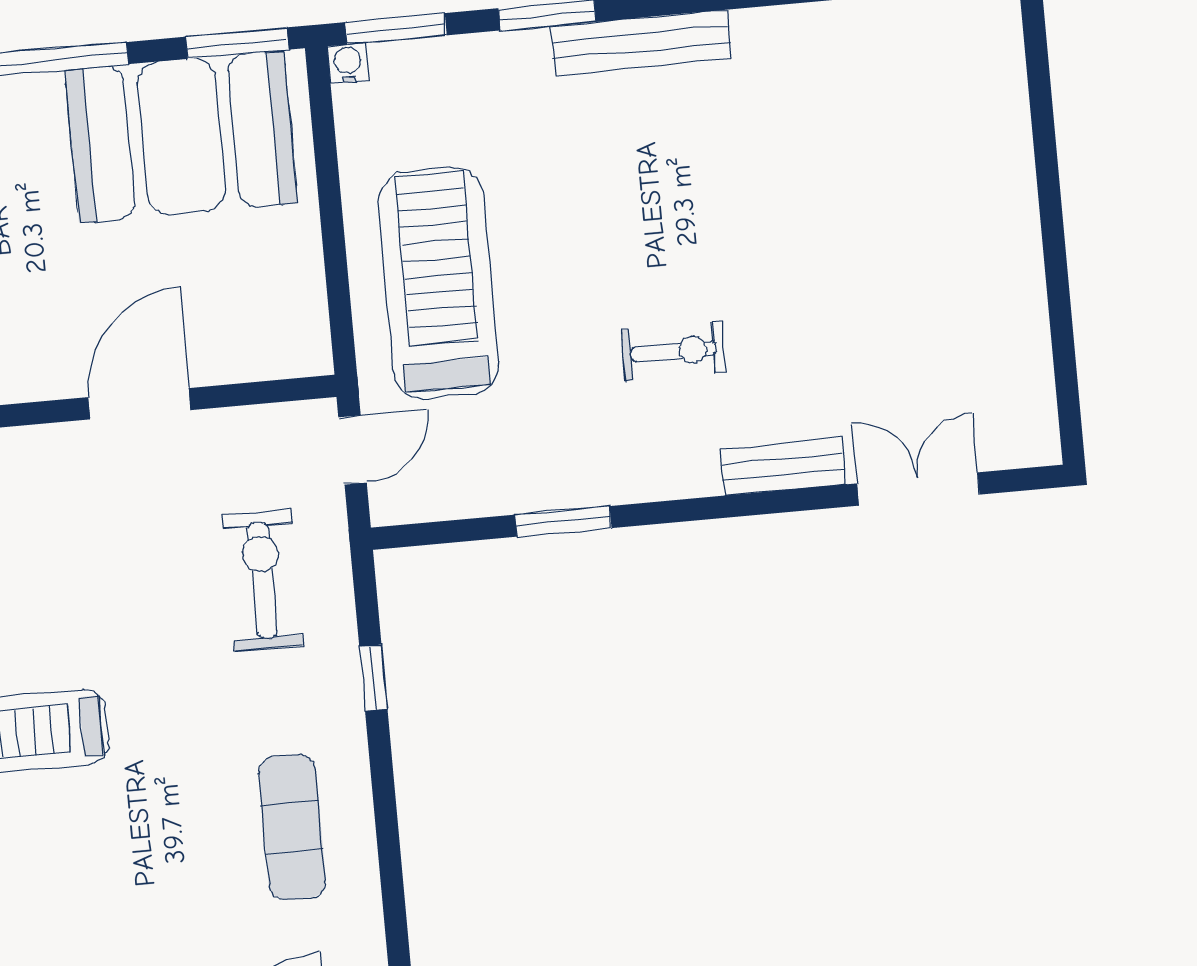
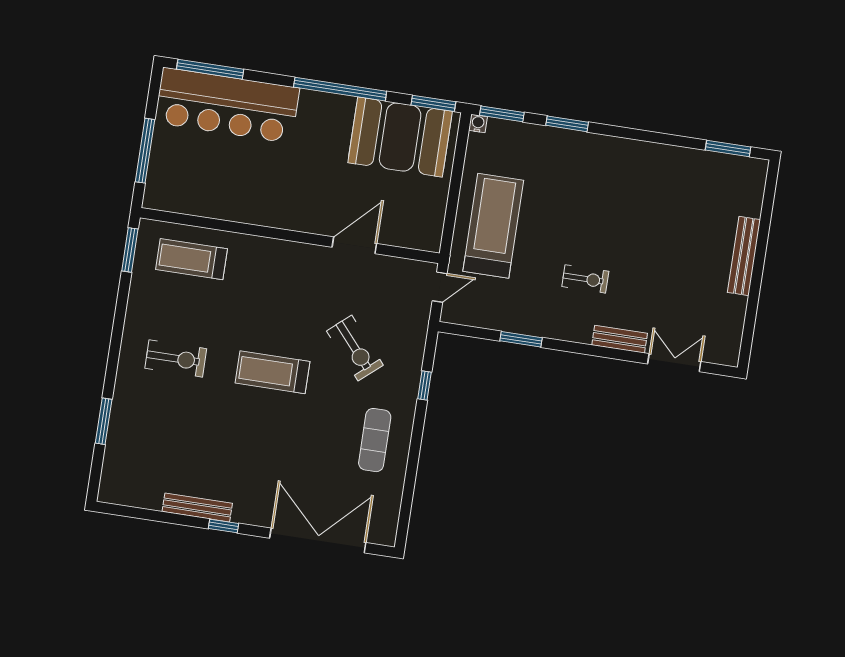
bench: (642, 42) -> (744, 256), moved, turned 90
exercise bike: (263, 580) -> (355, 348), moved, turned 139

